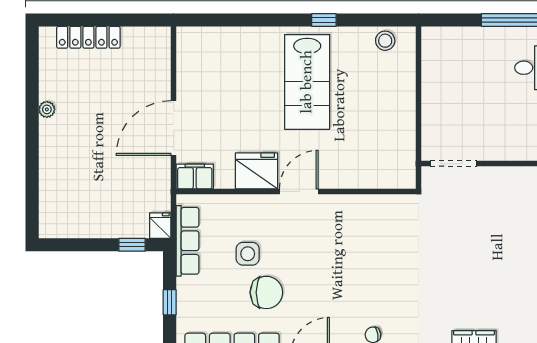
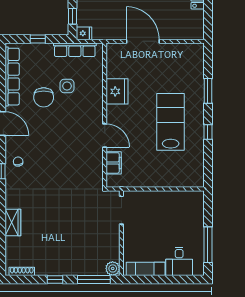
window: (256, 20) -> (208, 91), added
stool: (385, 41) -> (196, 169), removed
lab bench: (307, 82) -> (171, 122), turned 90
filing cabinet: (195, 176) -> (114, 163), moved
door: (299, 191) -> (105, 136), moved

